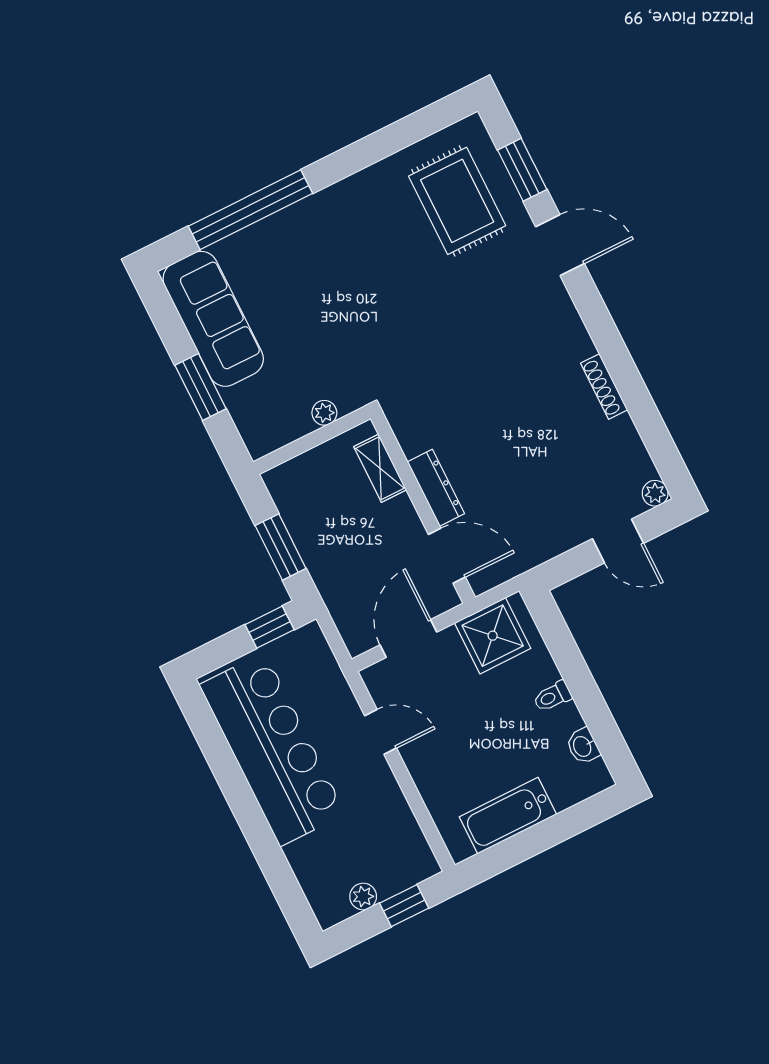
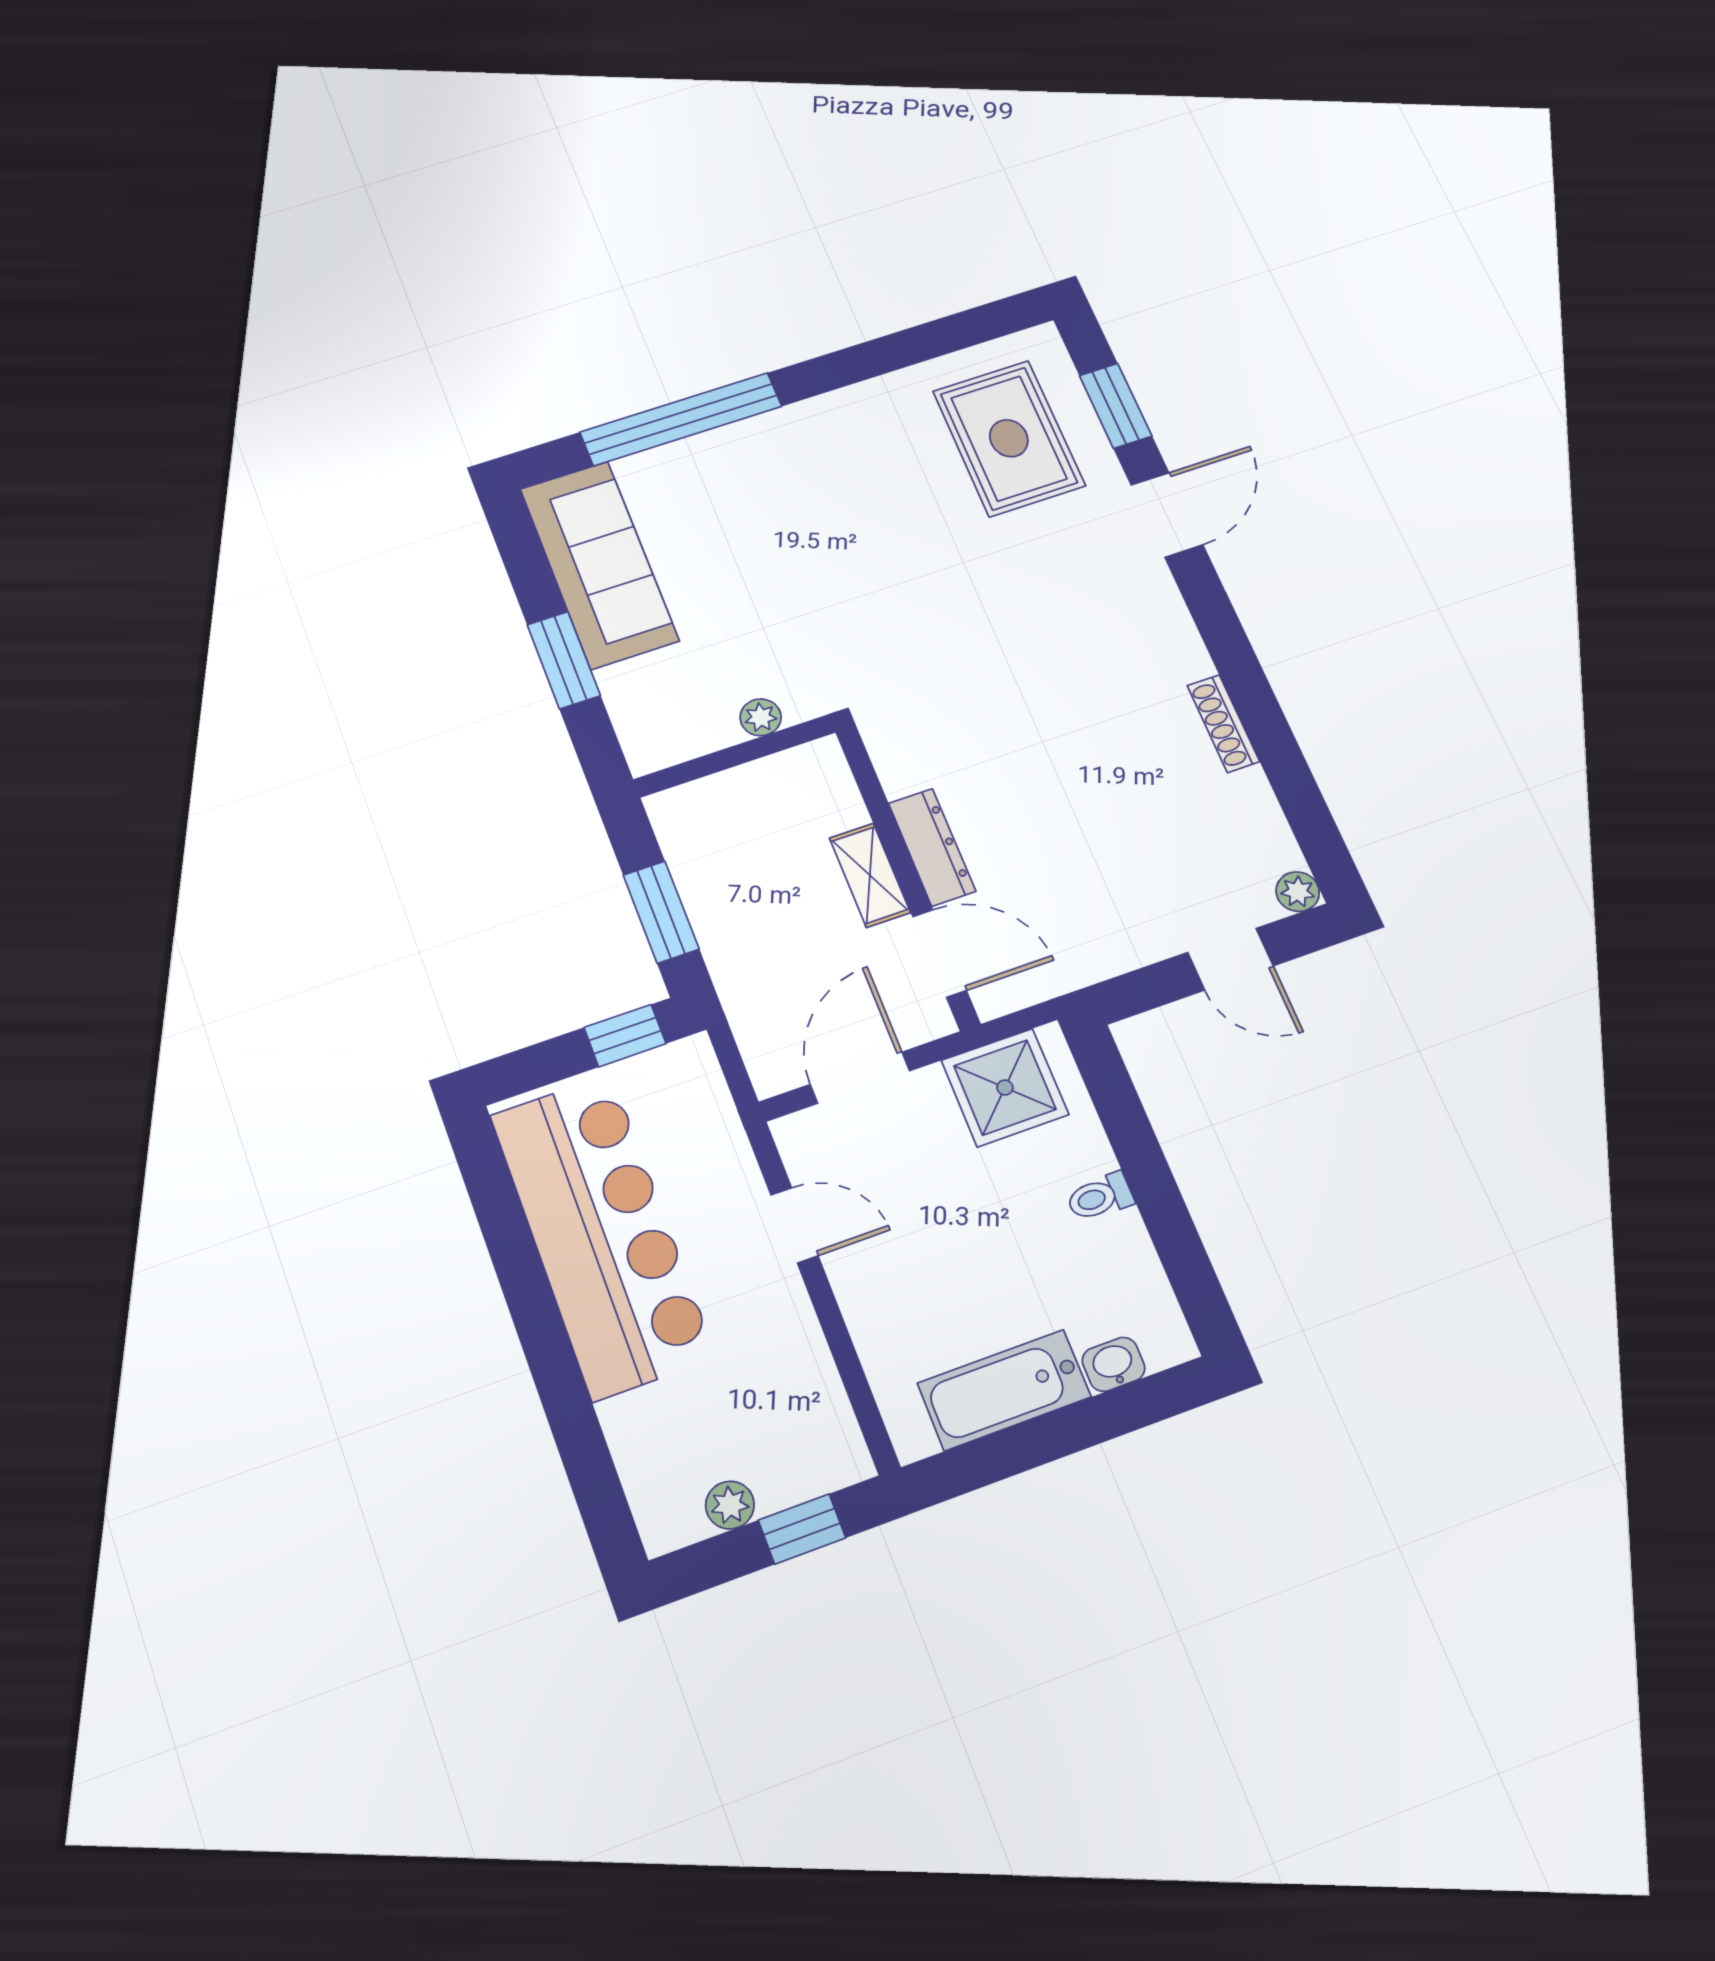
door: (560, 245) -> (1167, 515), hinge flipped
shelving: (380, 468) -> (870, 875), moved
washbasin: (583, 746) -> (1114, 1364), moved, turned 90

